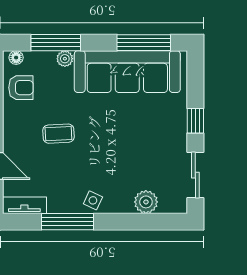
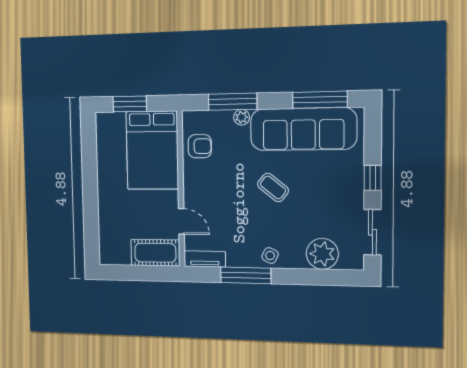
floor lamp: (16, 58) -> (195, 117), removed
coffee table: (58, 134) -> (273, 187), moved, turned 42
plant: (146, 202) -> (322, 254), width x1.36, depth x1.36

